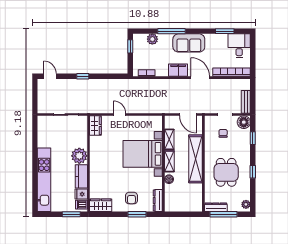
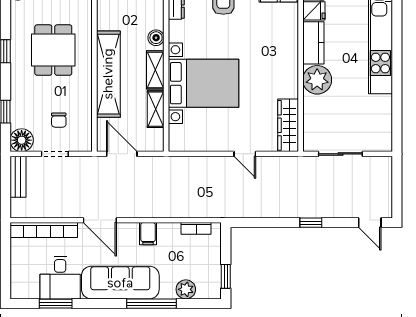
sofa: (189, 43) -> (120, 283), width x1.36
desk: (239, 46) -> (60, 278), moved
filing cabinet: (178, 70) -> (148, 234), width x0.50
wardrobe: (95, 126) -> (288, 125), width x1.50

